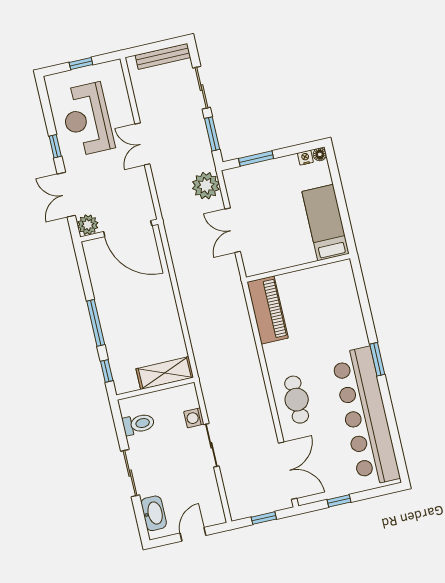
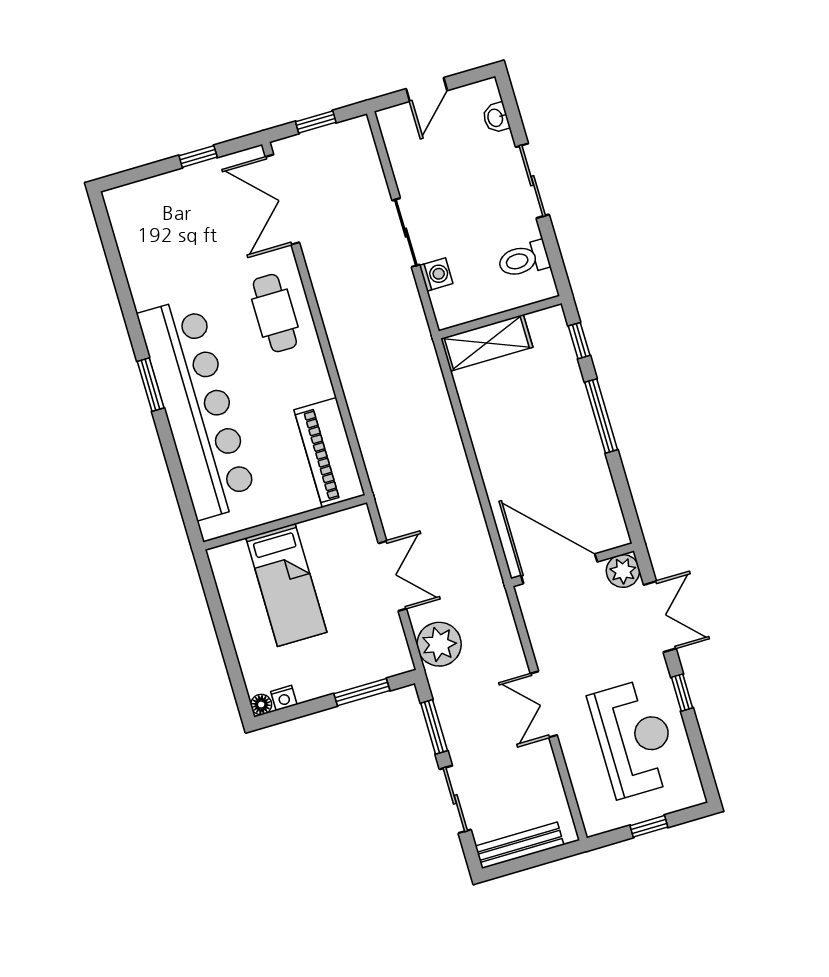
double door: (142, 144) -> (544, 704), swing flipped
bed: (326, 223) -> (286, 585), moved
bar counter: (366, 417) -> (198, 408), moved
washbasin: (154, 513) -> (496, 118), width x0.52, depth x0.69

